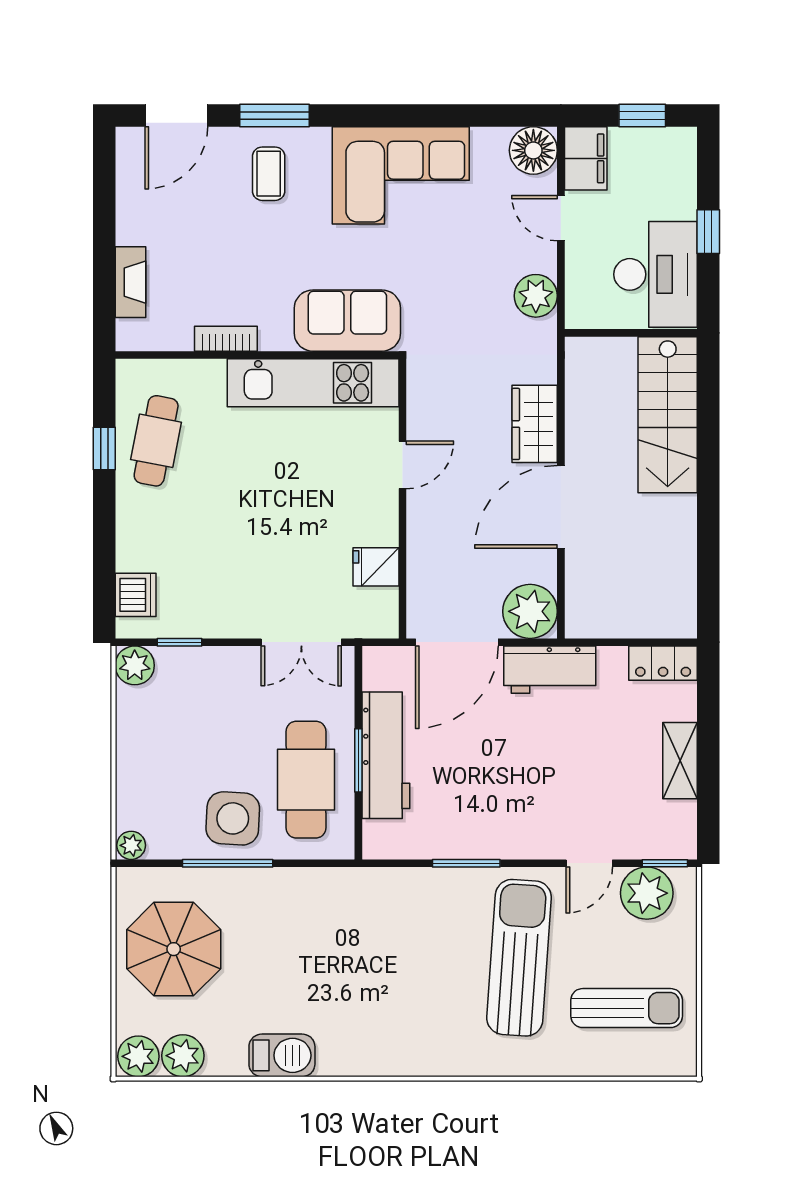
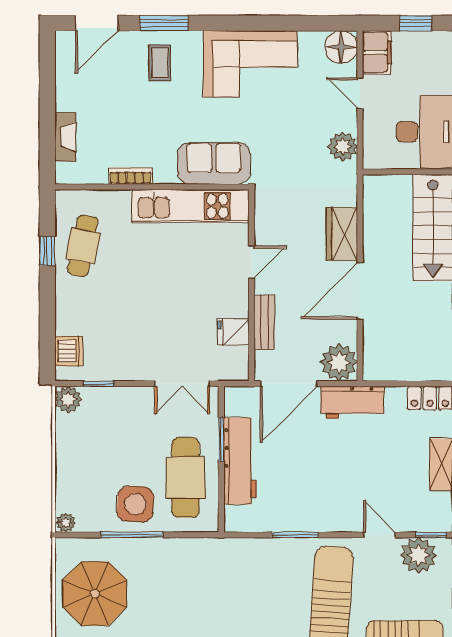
bench: (421, 553) -> (264, 322), added
window: (358, 760) -> (221, 439), moved
door: (589, 863) -> (379, 535), swing flipped

